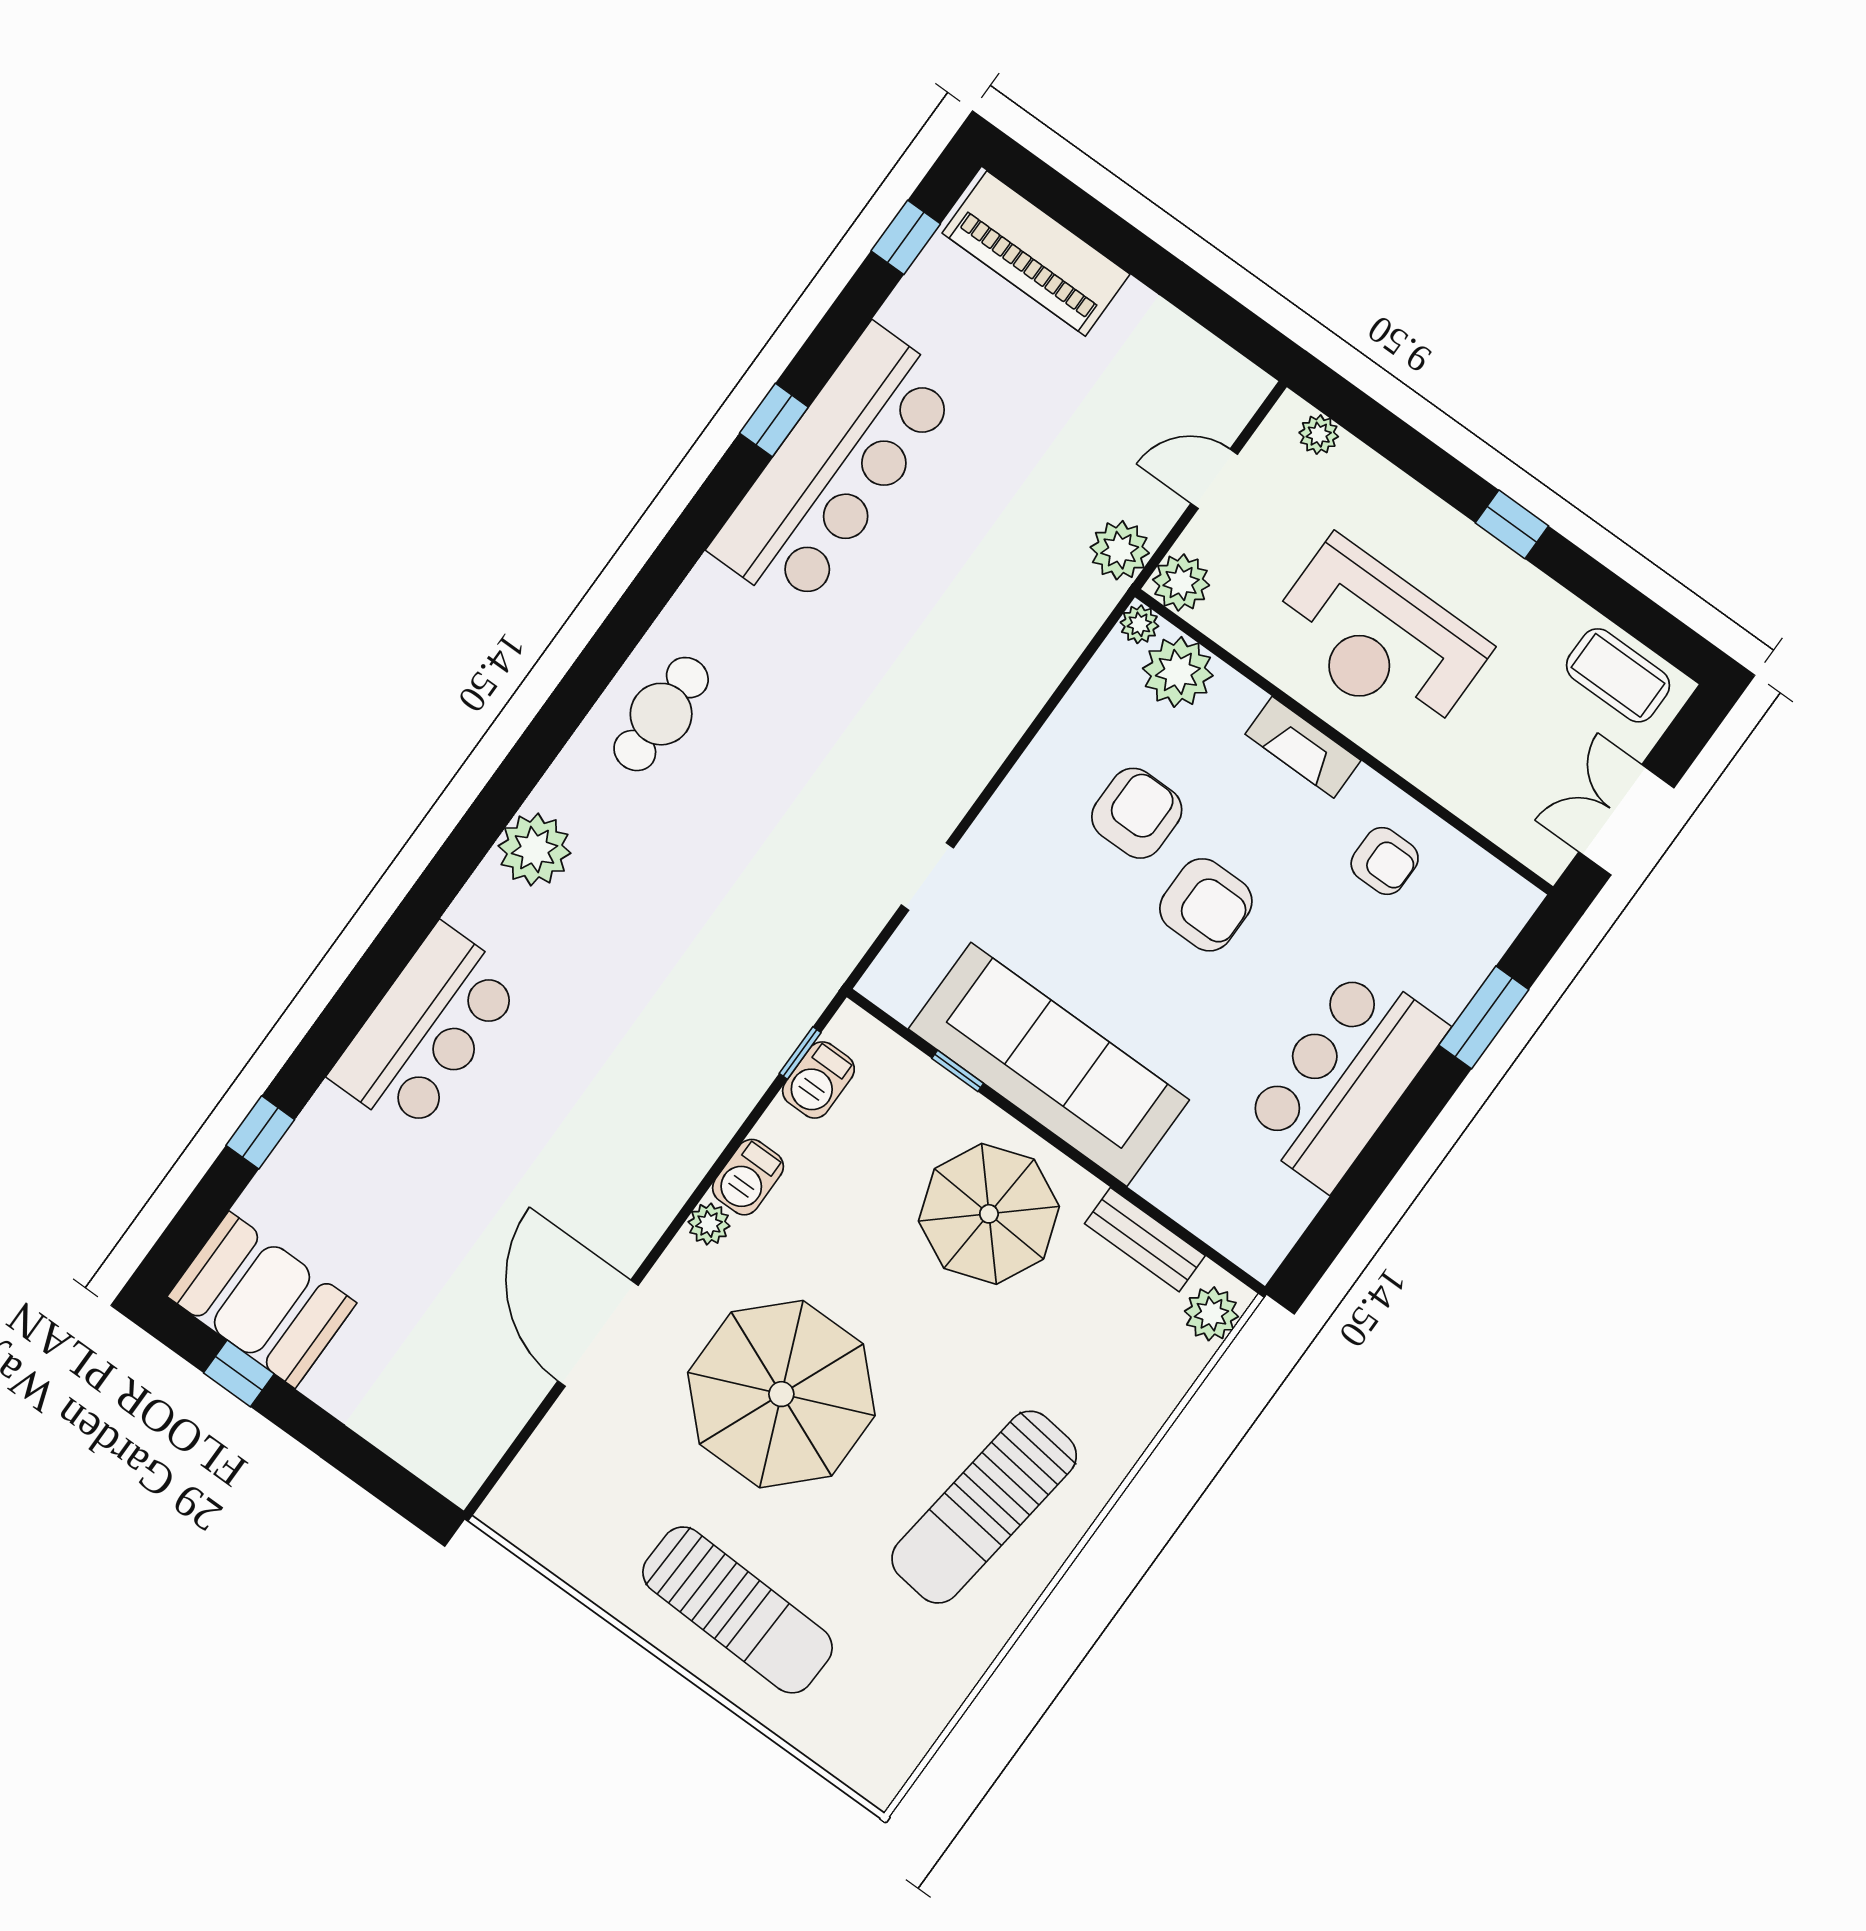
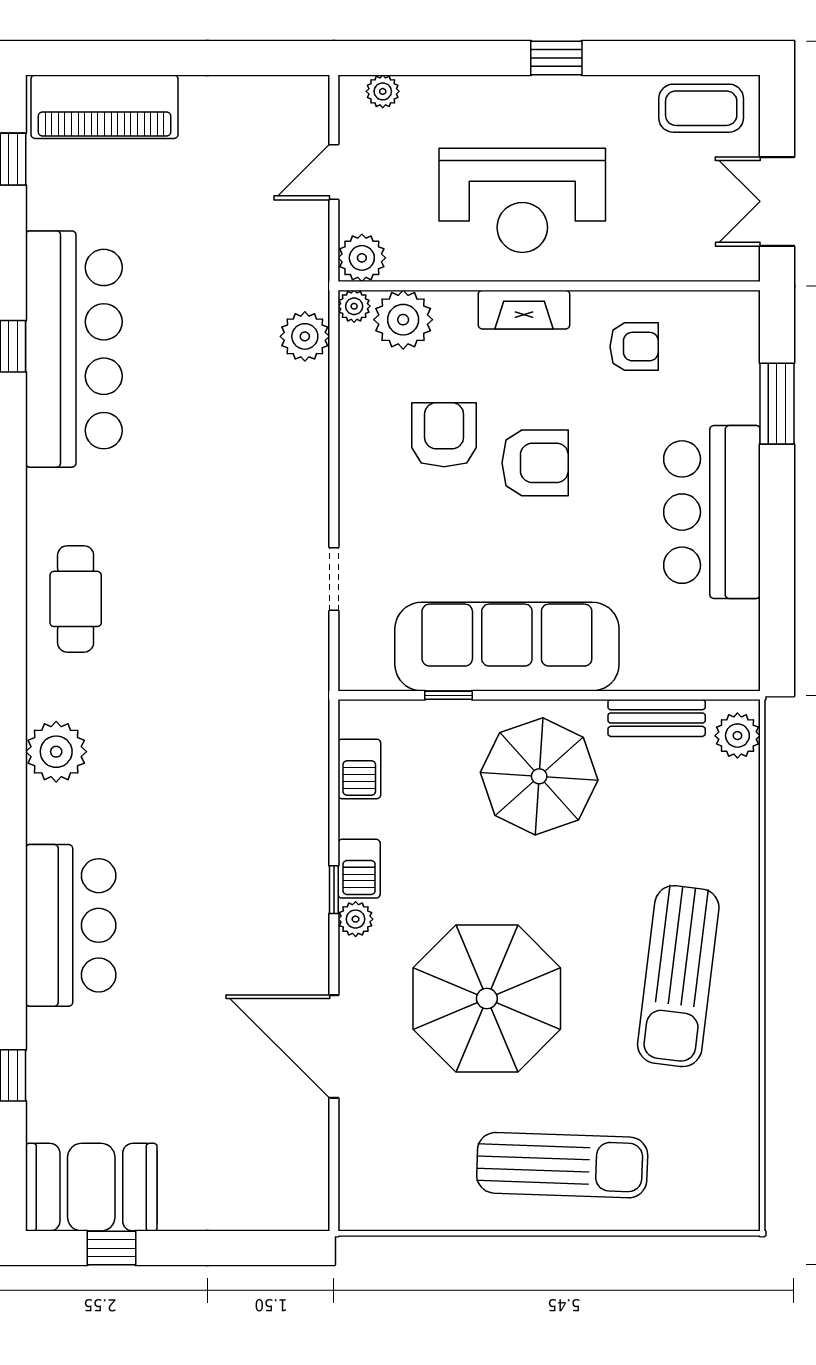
plant: (1120, 550) -> (305, 336), moved
window: (800, 1053) -> (334, 890), moved

